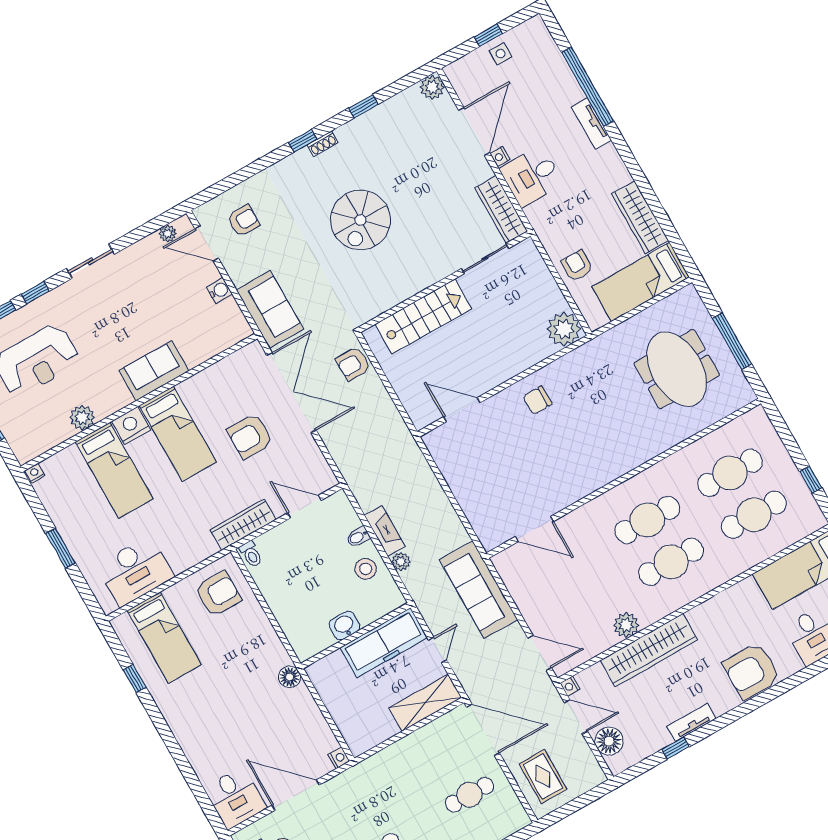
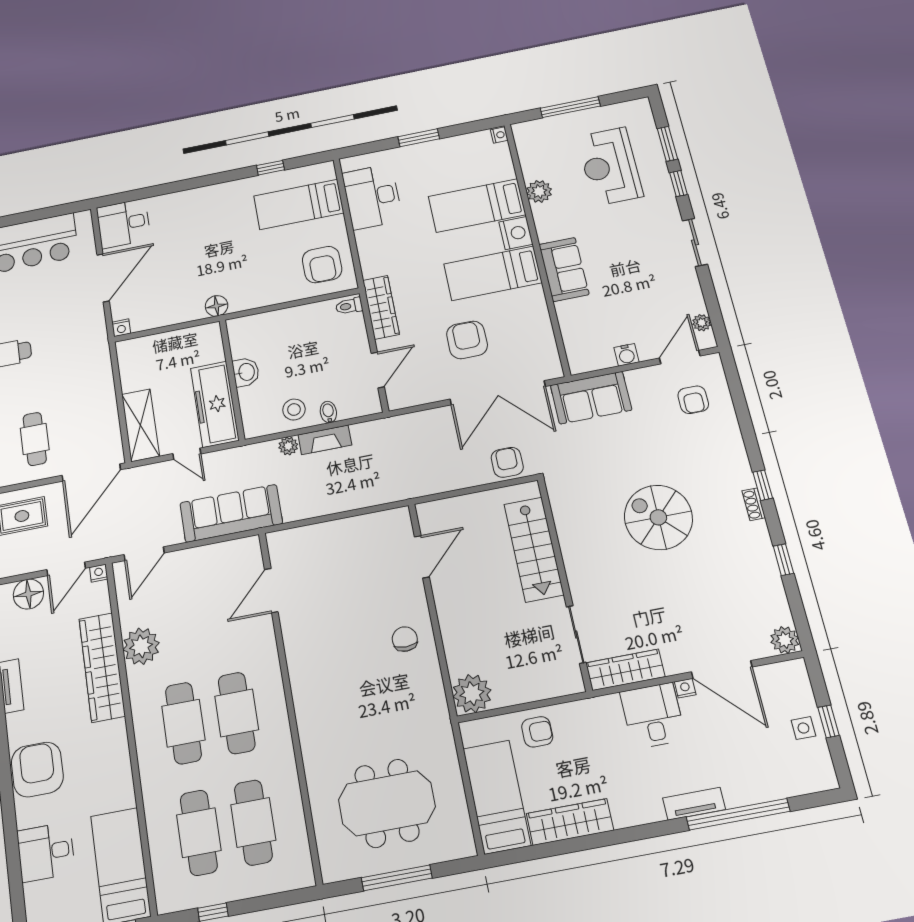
plant: (626, 625) -> (141, 646), width x1.36, depth x1.36

